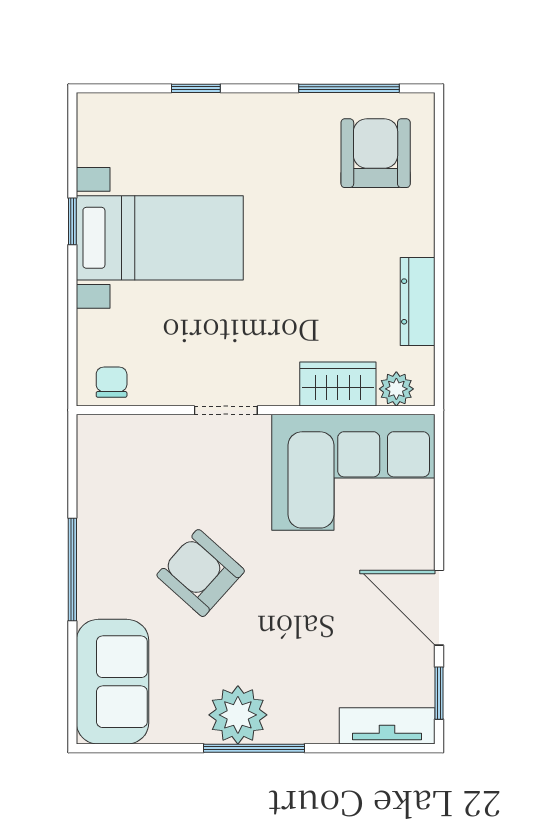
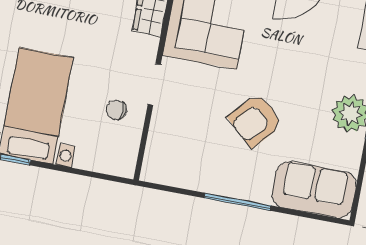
chair: (112, 382) -> (117, 110), moved

